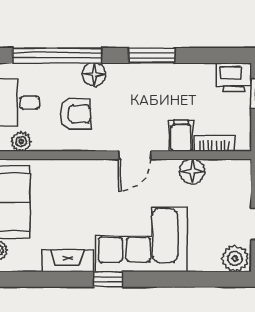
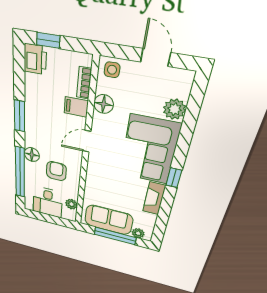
door: (135, 155) -> (87, 141), swing flipped
side table: (237, 176) -> (112, 70), added
plant: (235, 258) -> (174, 109), moved

